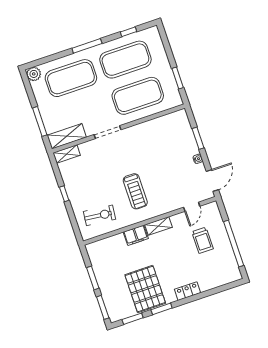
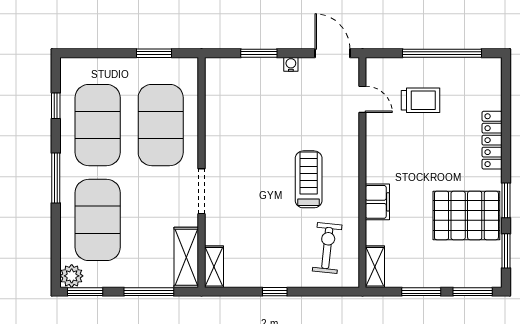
window: (27, 85) -> (85, 292), added
treadmill: (135, 191) -> (309, 179), turned -90
shelving: (158, 226) -> (375, 267), moved
locker: (188, 291) -> (492, 140), width x1.53

